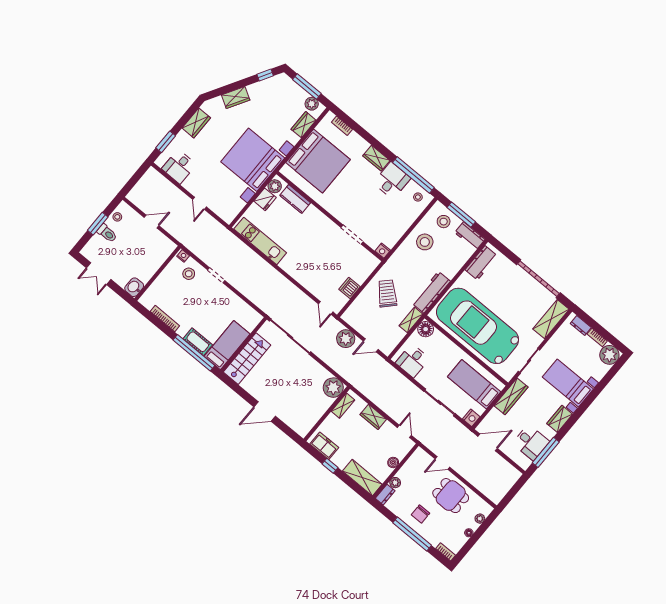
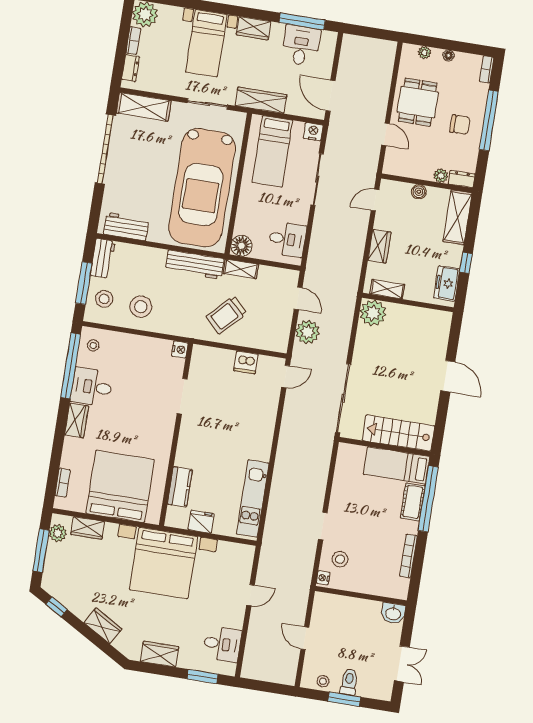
plant: (275, 186) -> (179, 519), removed

